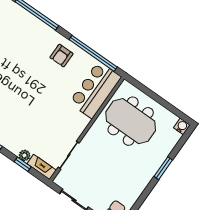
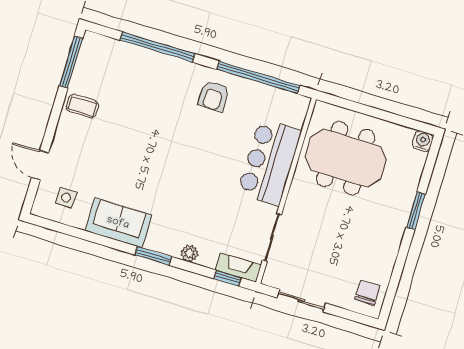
bar counter: (95, 90) -> (269, 162), moved
plant: (25, 155) -> (190, 253), moved
window: (23, 164) -> (227, 278), moved

